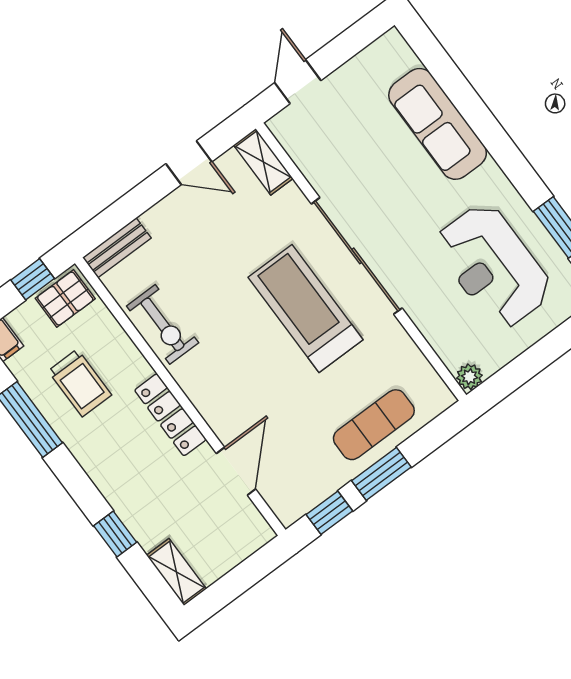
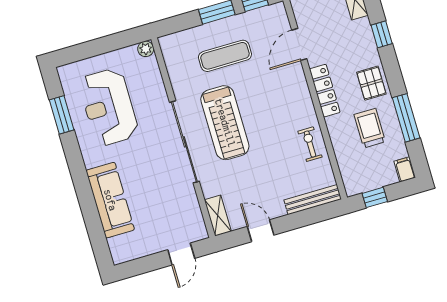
bench: (117, 248) -> (313, 200), width x1.36
reception desk: (493, 266) -> (109, 107), turned 180
pallet: (65, 299) -> (371, 83), moved, turned 90
exercise bike: (163, 324) -> (310, 144), width x0.73, depth x0.72
exercise mat: (374, 425) -> (225, 56), moved

